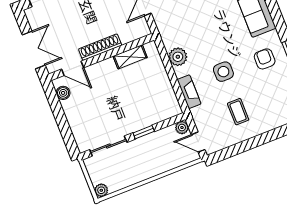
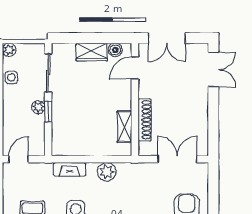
shoe rack: (100, 47) -> (145, 120), moved
wardrobe: (74, 114) -> (92, 52), added
plant: (182, 128) -> (38, 107), moved
side table: (126, 178) -> (11, 77), added

